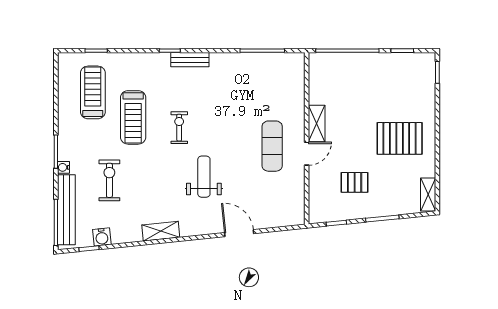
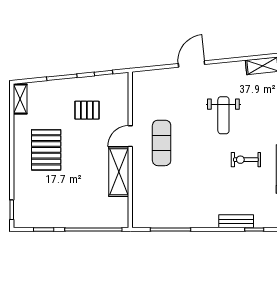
shelving: (317, 123) -> (119, 172), width x1.50, depth x1.33
exercise bike: (179, 128) -> (246, 160), turned 90
pallet: (400, 138) -> (46, 150), turned 90
door: (239, 233) -> (192, 64), swing flipped

